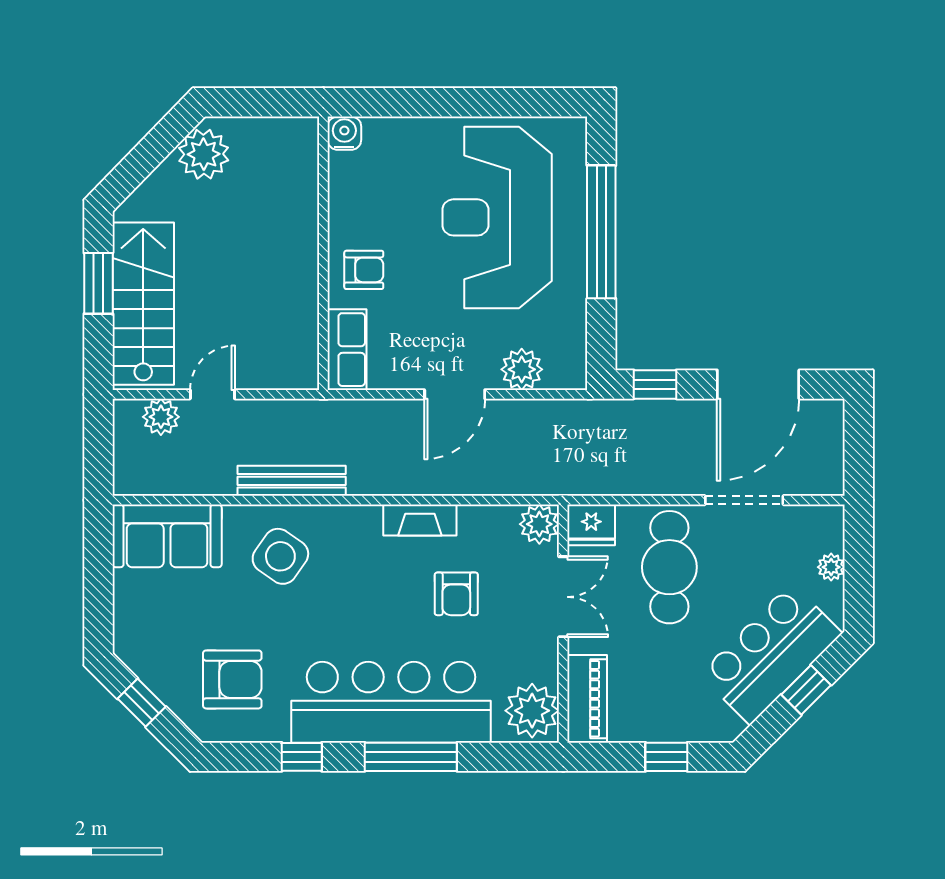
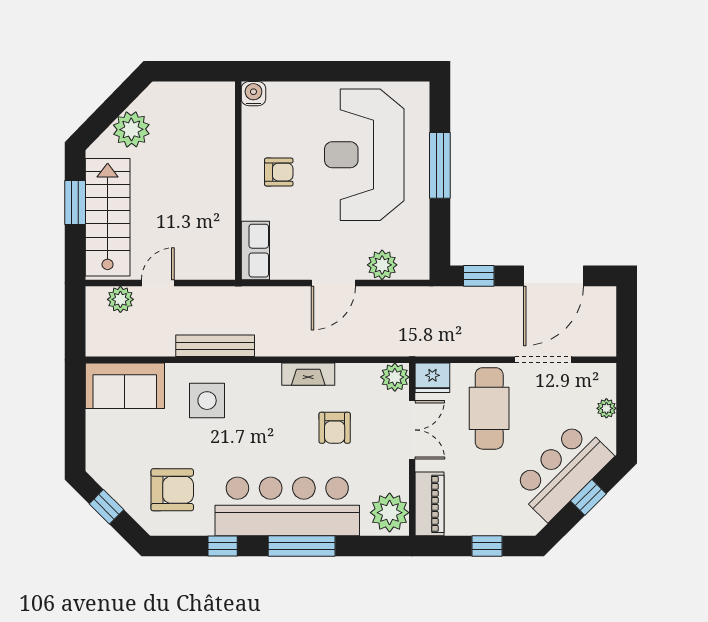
plant: (204, 154) -> (131, 129), moved
window: (601, 232) -> (440, 165), width x0.68
armchair: (364, 270) -> (279, 172), moved
side table: (280, 556) -> (207, 401), turned -35

